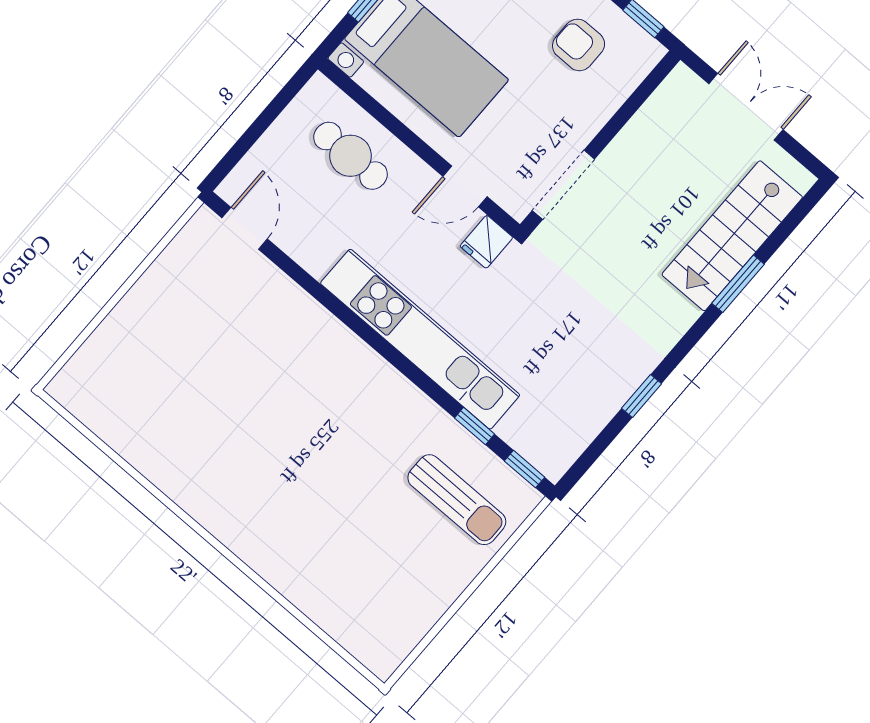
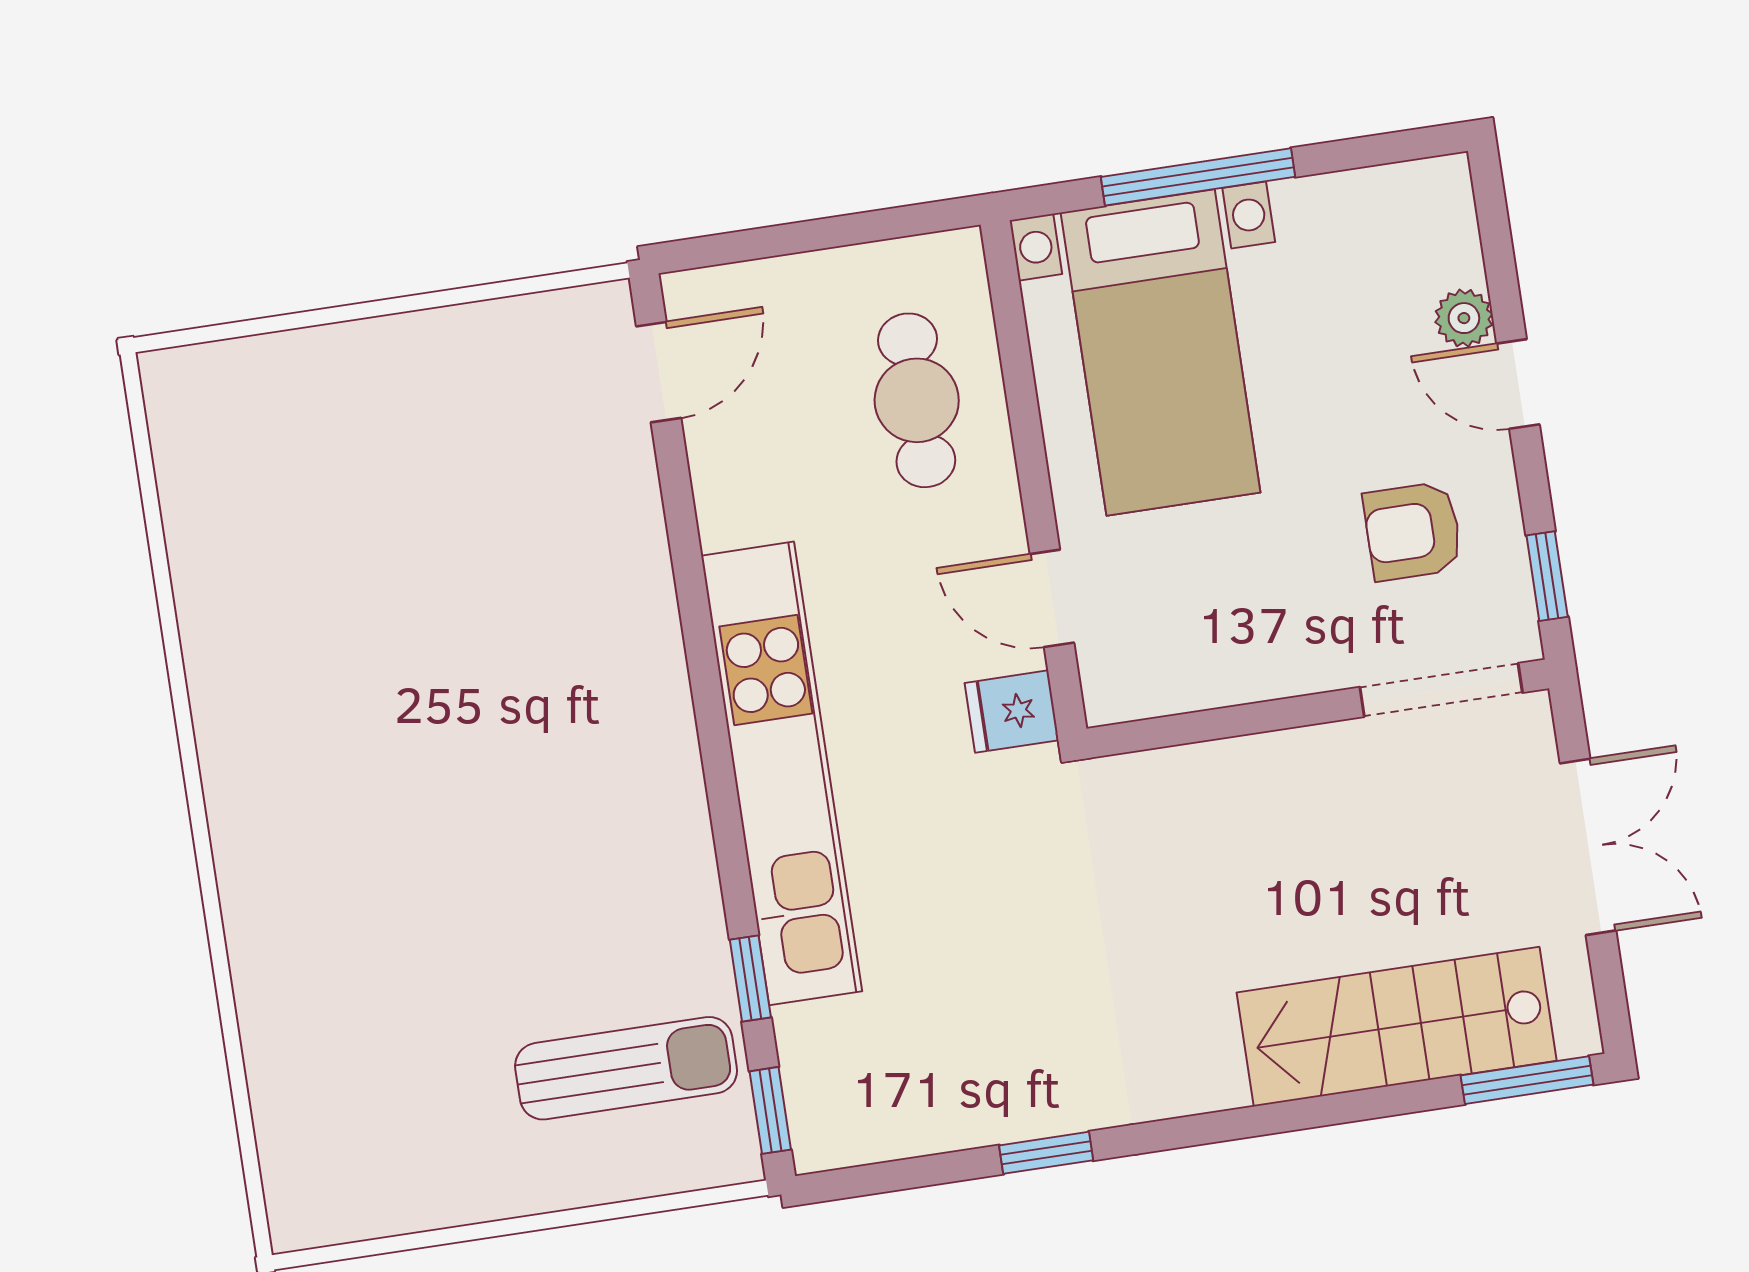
armchair: (579, 45) -> (1413, 531), turned -90
doorway: (563, 185) -> (1441, 690), moved
window: (738, 284) -> (1527, 1080), moved
sun lounger: (457, 500) -> (626, 1068), turned -90

